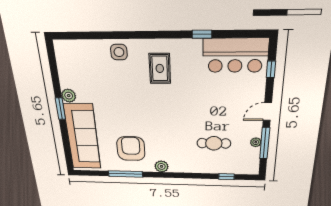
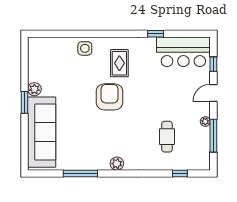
door: (267, 112) -> (213, 93), moved
plant: (256, 142) -> (205, 121), moved
cafe table: (214, 143) -> (167, 137), turned 90
armchair: (131, 149) -> (109, 97), moved

